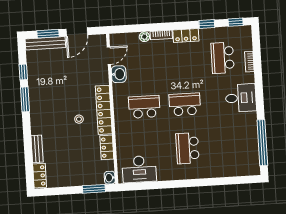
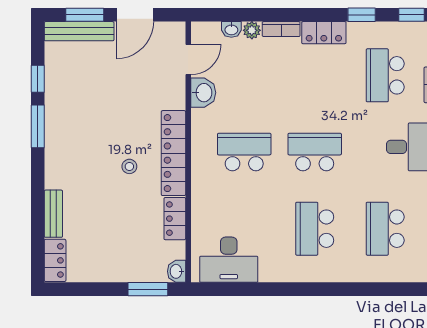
washbasin: (133, 37) -> (231, 29), added
school desk: (228, 146) -> (385, 229), added

